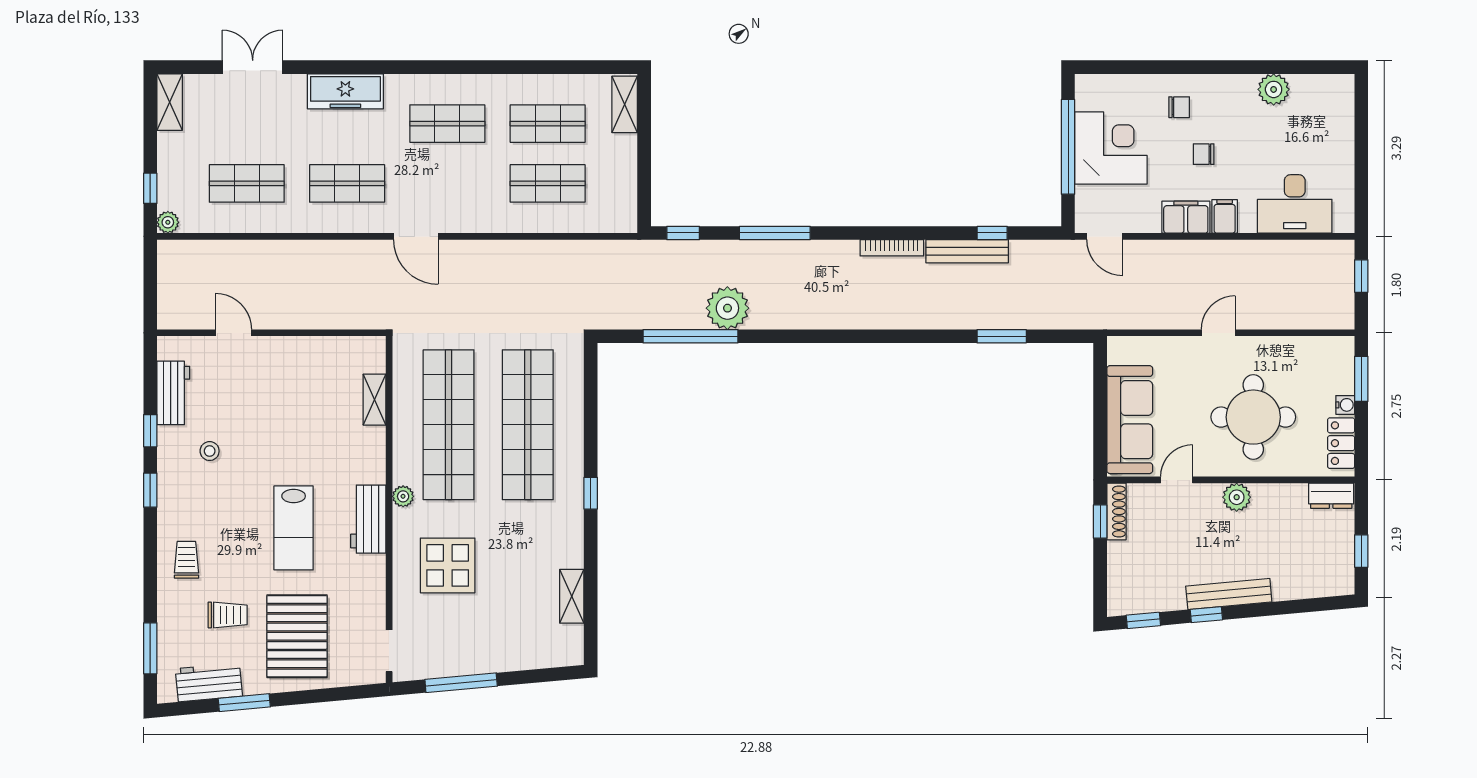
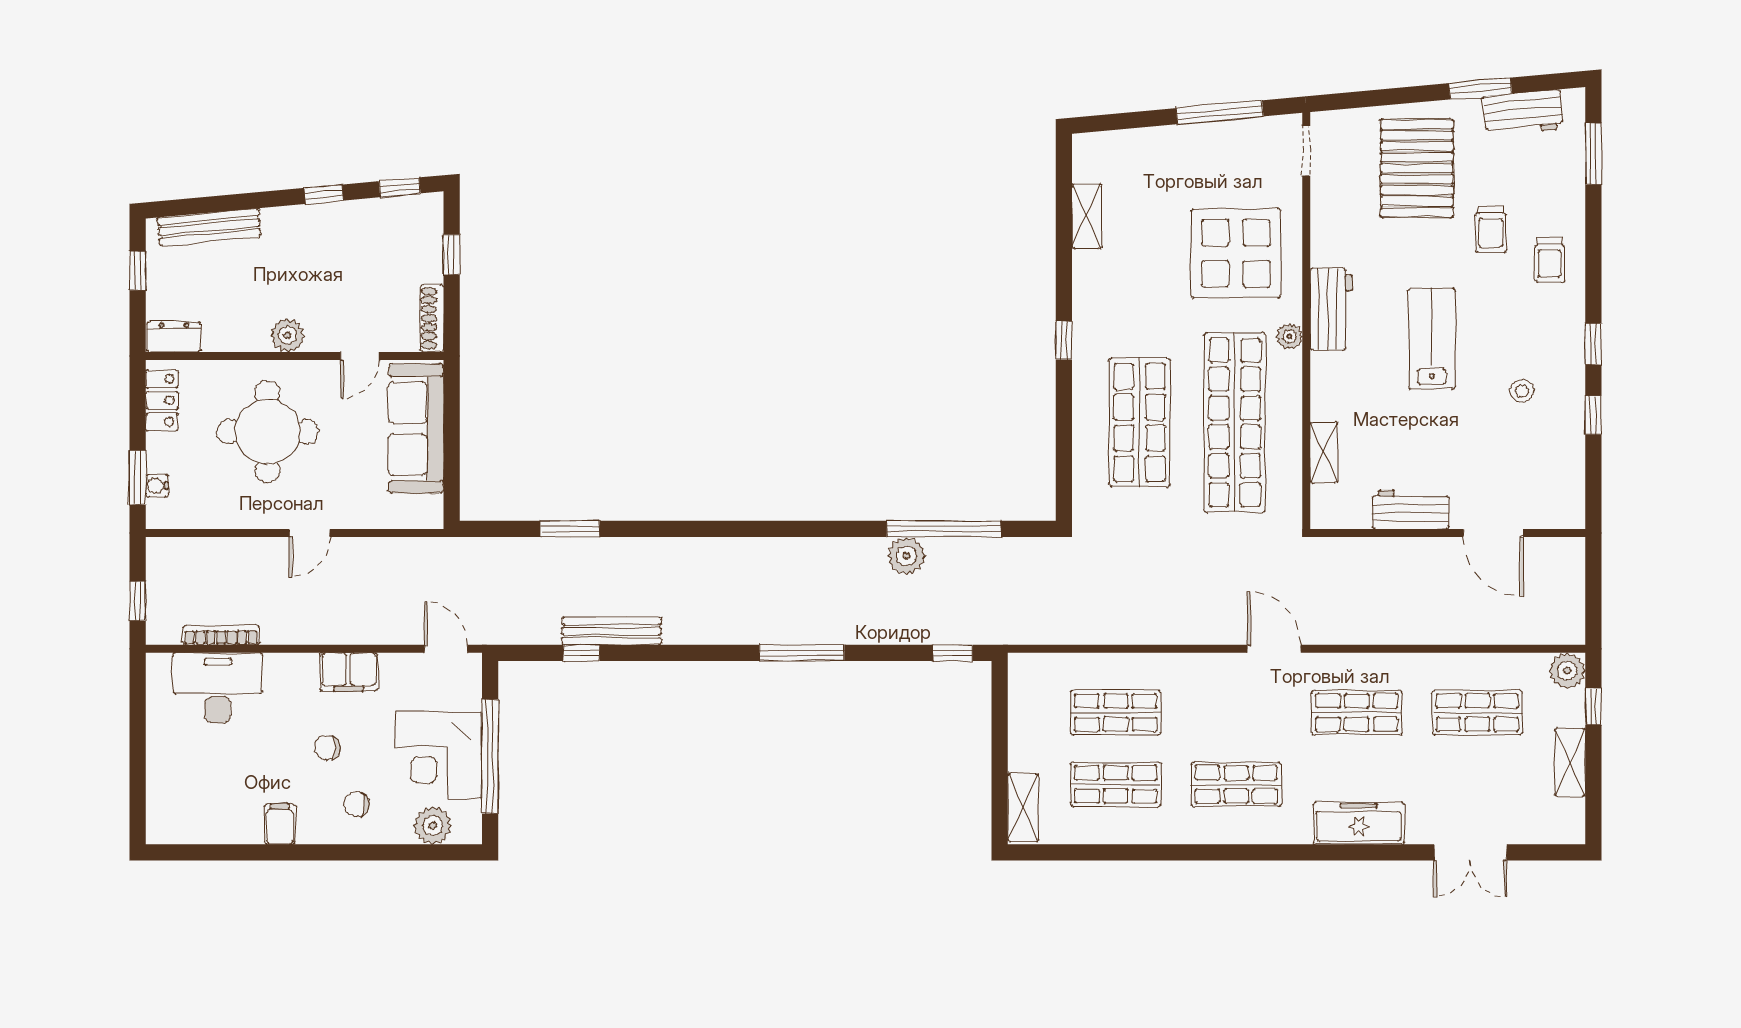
plant: (1274, 89) -> (433, 825), moved
shelving: (170, 102) -> (1570, 762), moved
chair: (1204, 154) -> (327, 748), turned 180
filing cabinet: (1225, 216) -> (280, 824), moved, turned 180
plant: (168, 222) -> (1567, 671), width x1.38, depth x1.38
window: (775, 233) -> (802, 653), moved
bookcase: (892, 248) -> (221, 635), moved
plant: (727, 308) -> (906, 556), width x0.73, depth x0.73
door: (233, 333) -> (1493, 533), width x1.38
workbench: (173, 393) -> (1411, 509), moved, turned 90
water cooler: (1345, 405) -> (157, 486), moved
shop shelf: (528, 425) -> (1140, 422), width x0.71
window: (1100, 521) -> (452, 254), moved
lab bench: (294, 528) -> (1432, 339), moved
display table: (448, 565) -> (1236, 253), width x1.36, depth x1.36
bench: (1229, 594) -> (209, 227), moved
trolley: (228, 615) -> (1491, 229), moved, turned -90

